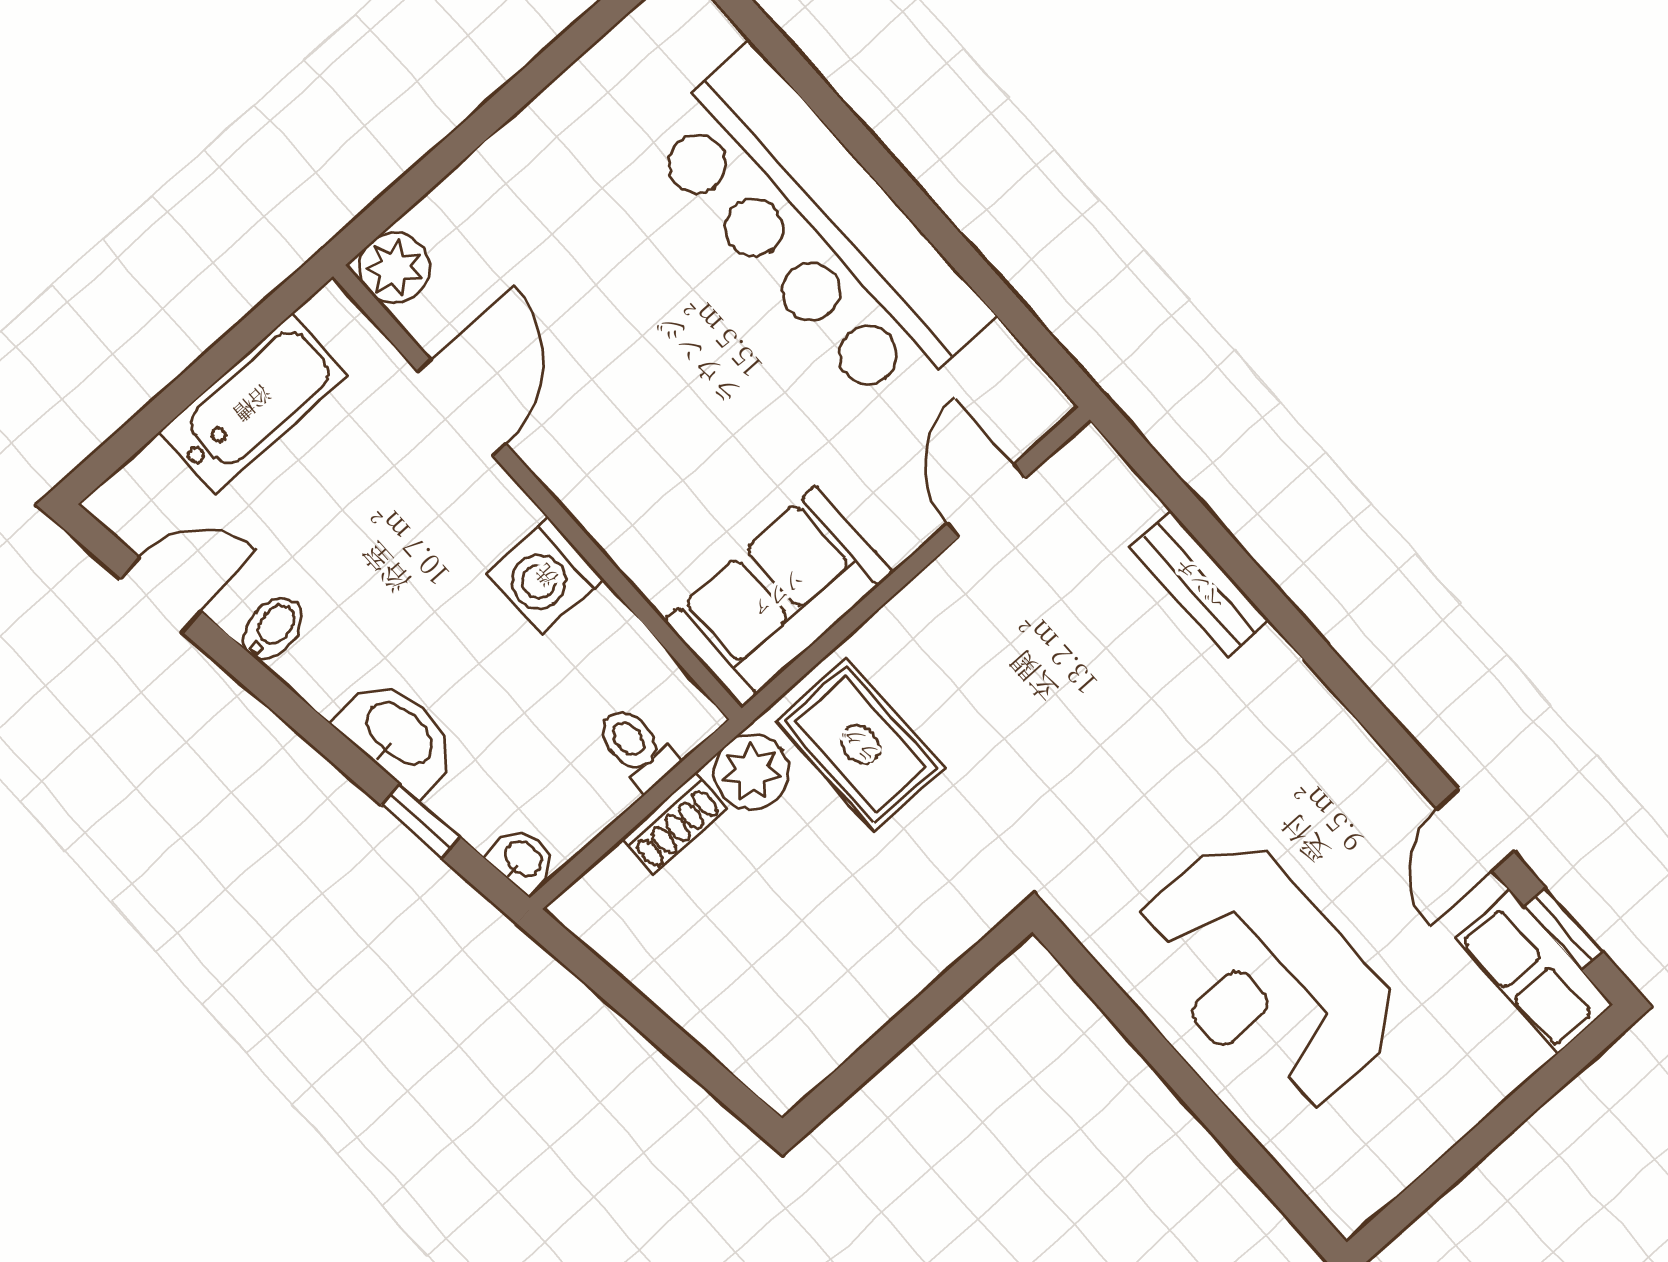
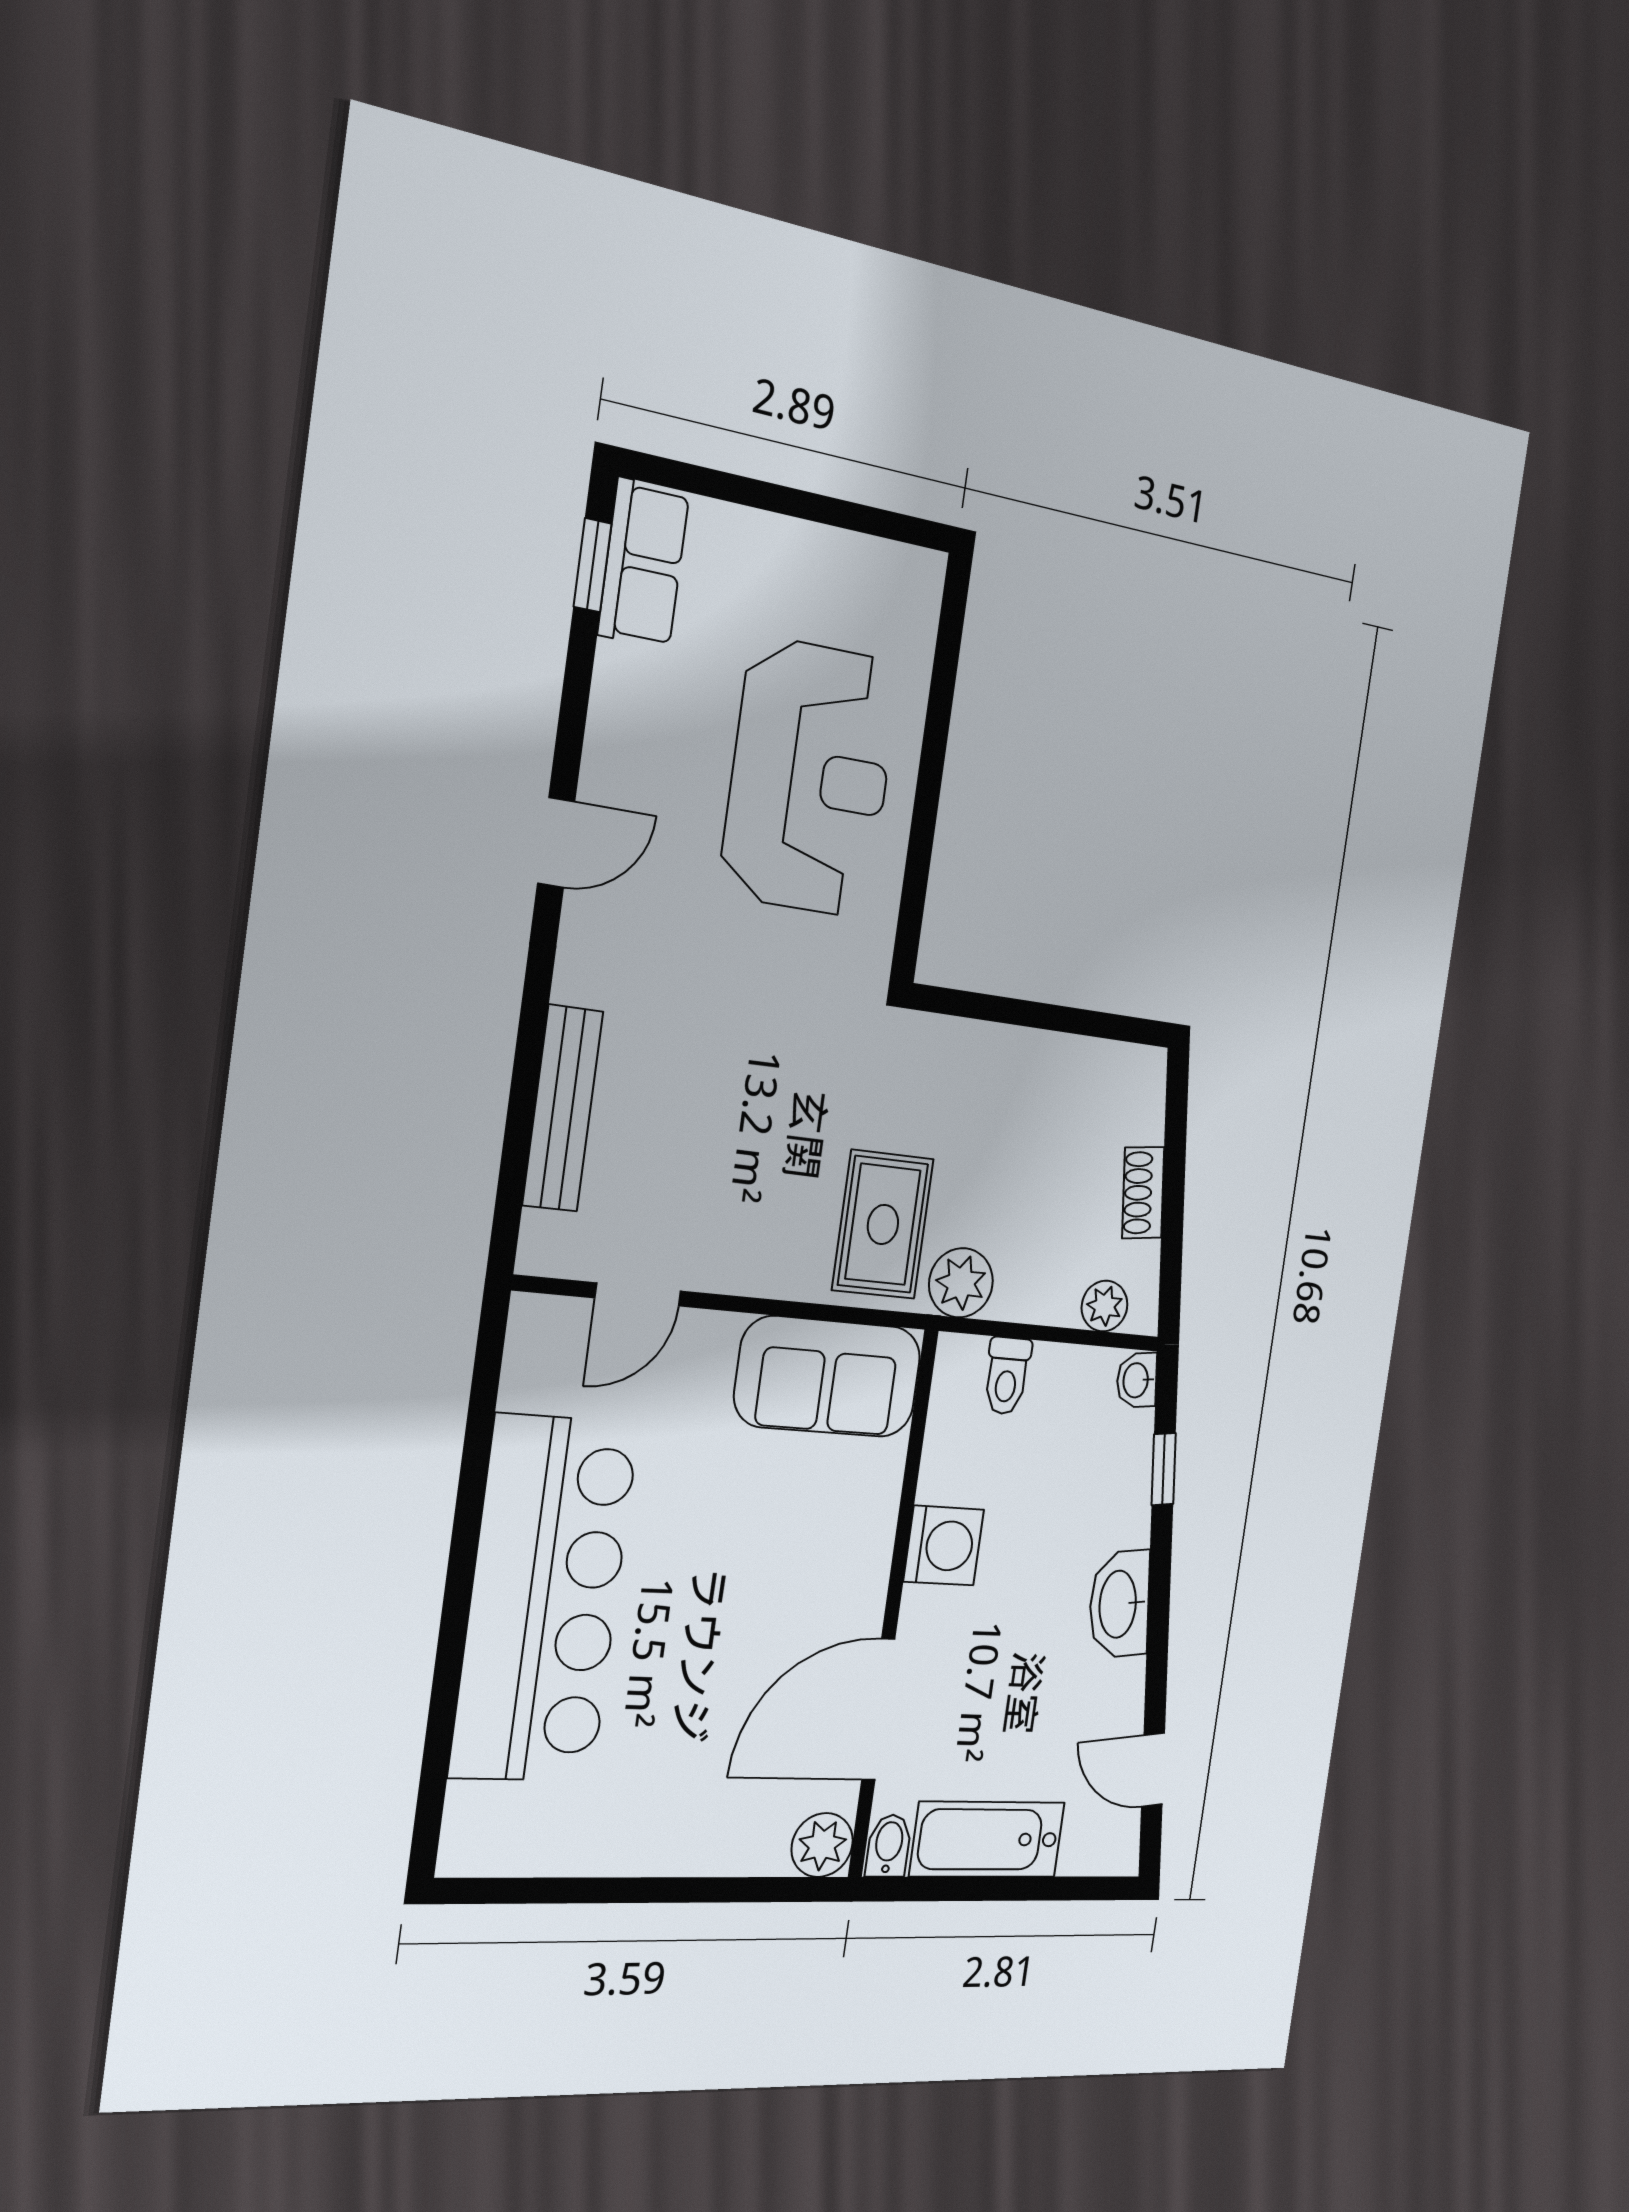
door: (462, 408) -> (878, 1709), width x1.36
bench: (1199, 584) -> (563, 1108), width x1.36
bidet: (273, 629) -> (889, 1846), moved, turned 97
washbasin: (398, 735) -> (1119, 1604), moved
shoe rack: (674, 824) -> (1143, 1193), moved, turned -97
door: (1475, 830) -> (556, 842), moved
plant: (614, 882) -> (1105, 1306), added

